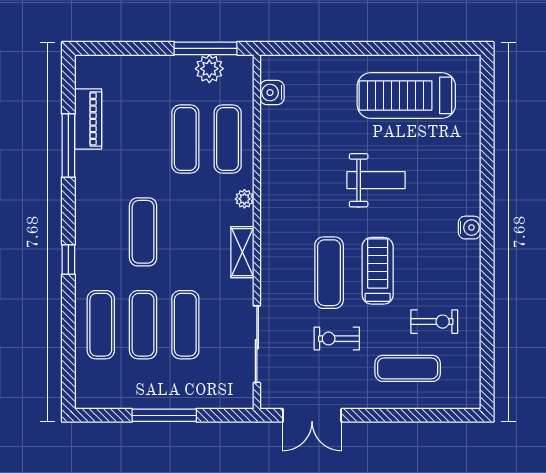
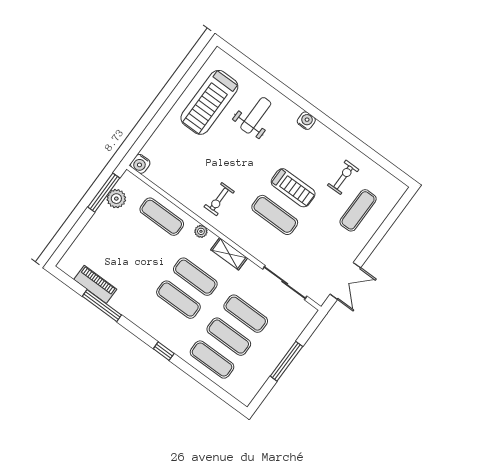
water cooler: (272, 93) -> (140, 164), moved
exercise mat: (185, 139) -> (195, 277), moved
weight bench: (376, 180) -> (256, 115), moved
treadmill: (378, 271) -> (293, 188), turned 180
exercise bike: (337, 339) -> (219, 199), moved

